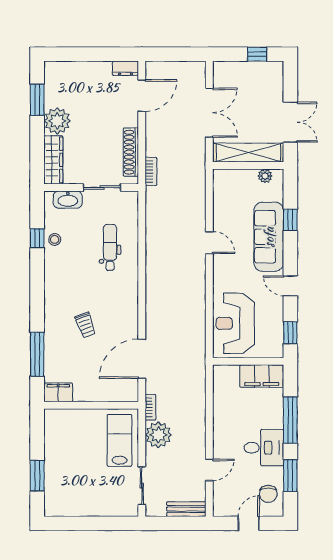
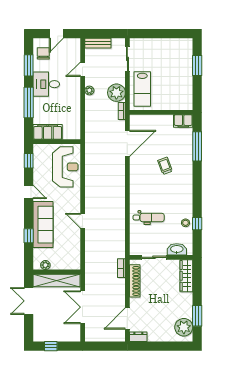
plant: (57, 121) -> (184, 327), moved
dental chair: (110, 247) -> (149, 217), turned -90
plant: (199, 438) -> (89, 90), added

